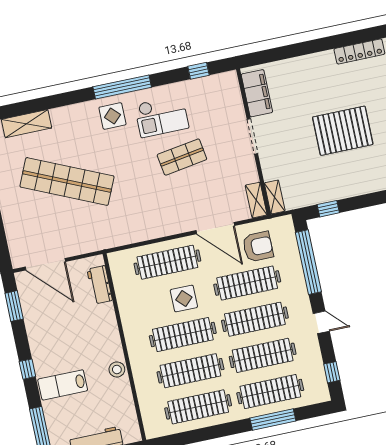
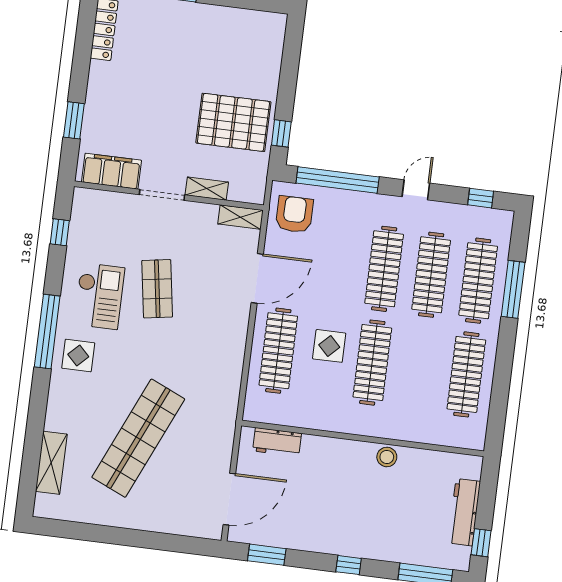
window: (285, 52) -> (74, 120), added
pallet: (343, 131) -> (233, 122), moved, turned 90
shelving: (275, 197) -> (207, 189), moved
armchair: (258, 247) -> (294, 214), moved
clothes rail: (247, 283) -> (337, 263), removed
clothes rail: (190, 371) -> (419, 368), removed
lab bench: (63, 385) -> (383, 529), removed

